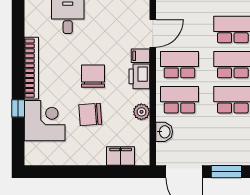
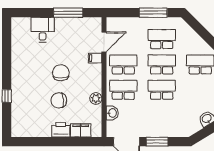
bookcase: (31, 68) -> (16, 67), removed
printer: (139, 76) -> (61, 130), moved, turned 90
corner desk: (45, 121) -> (26, 105), removed

